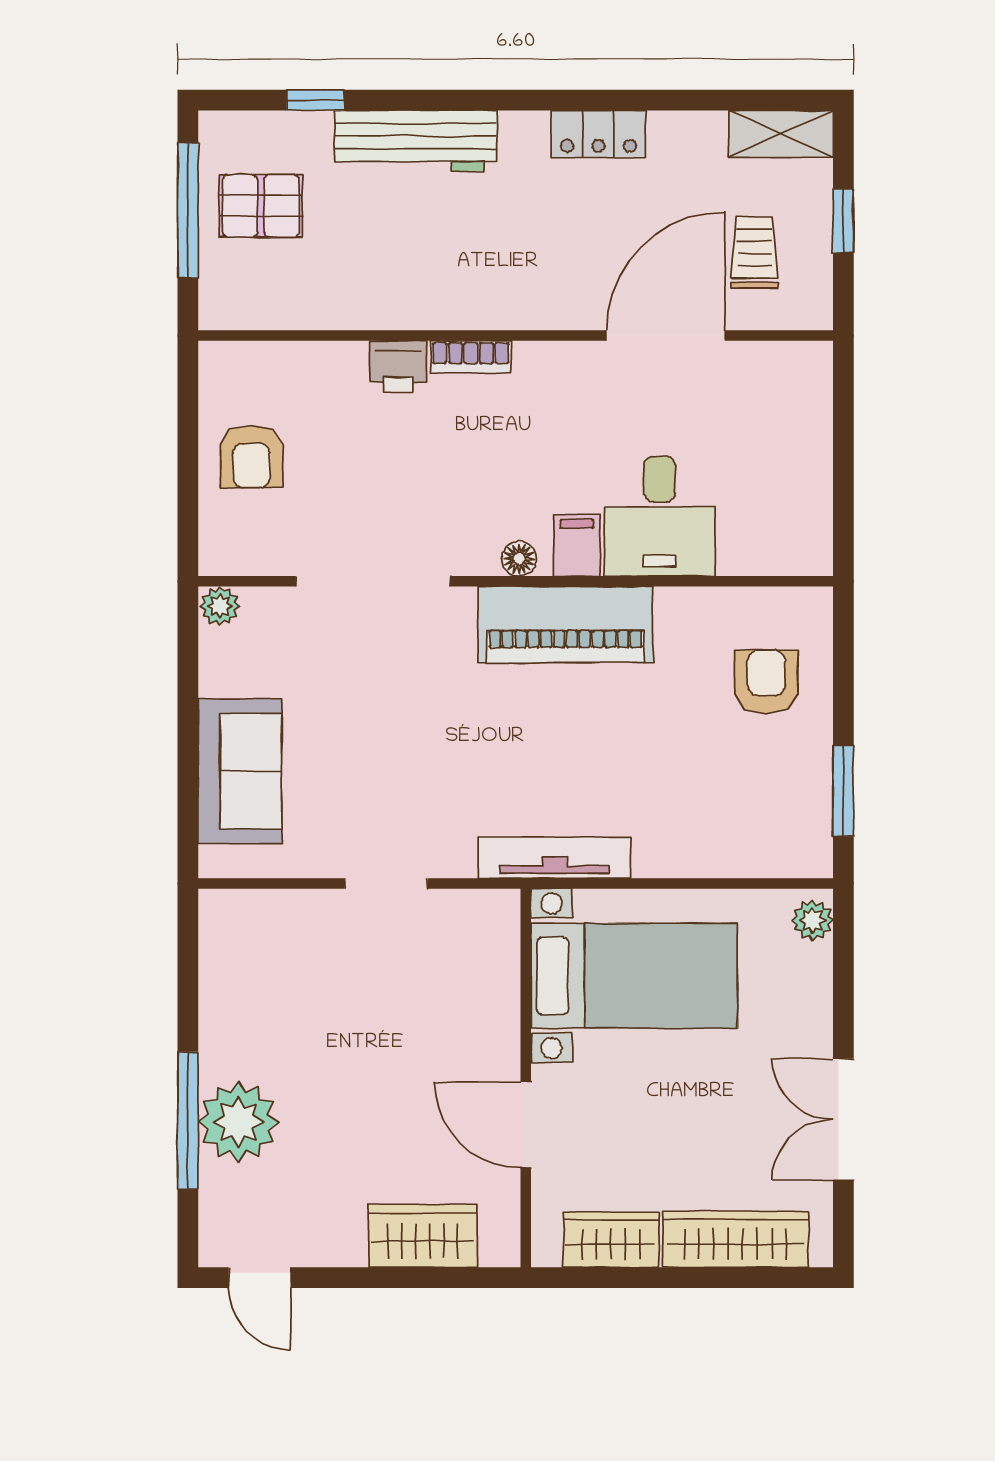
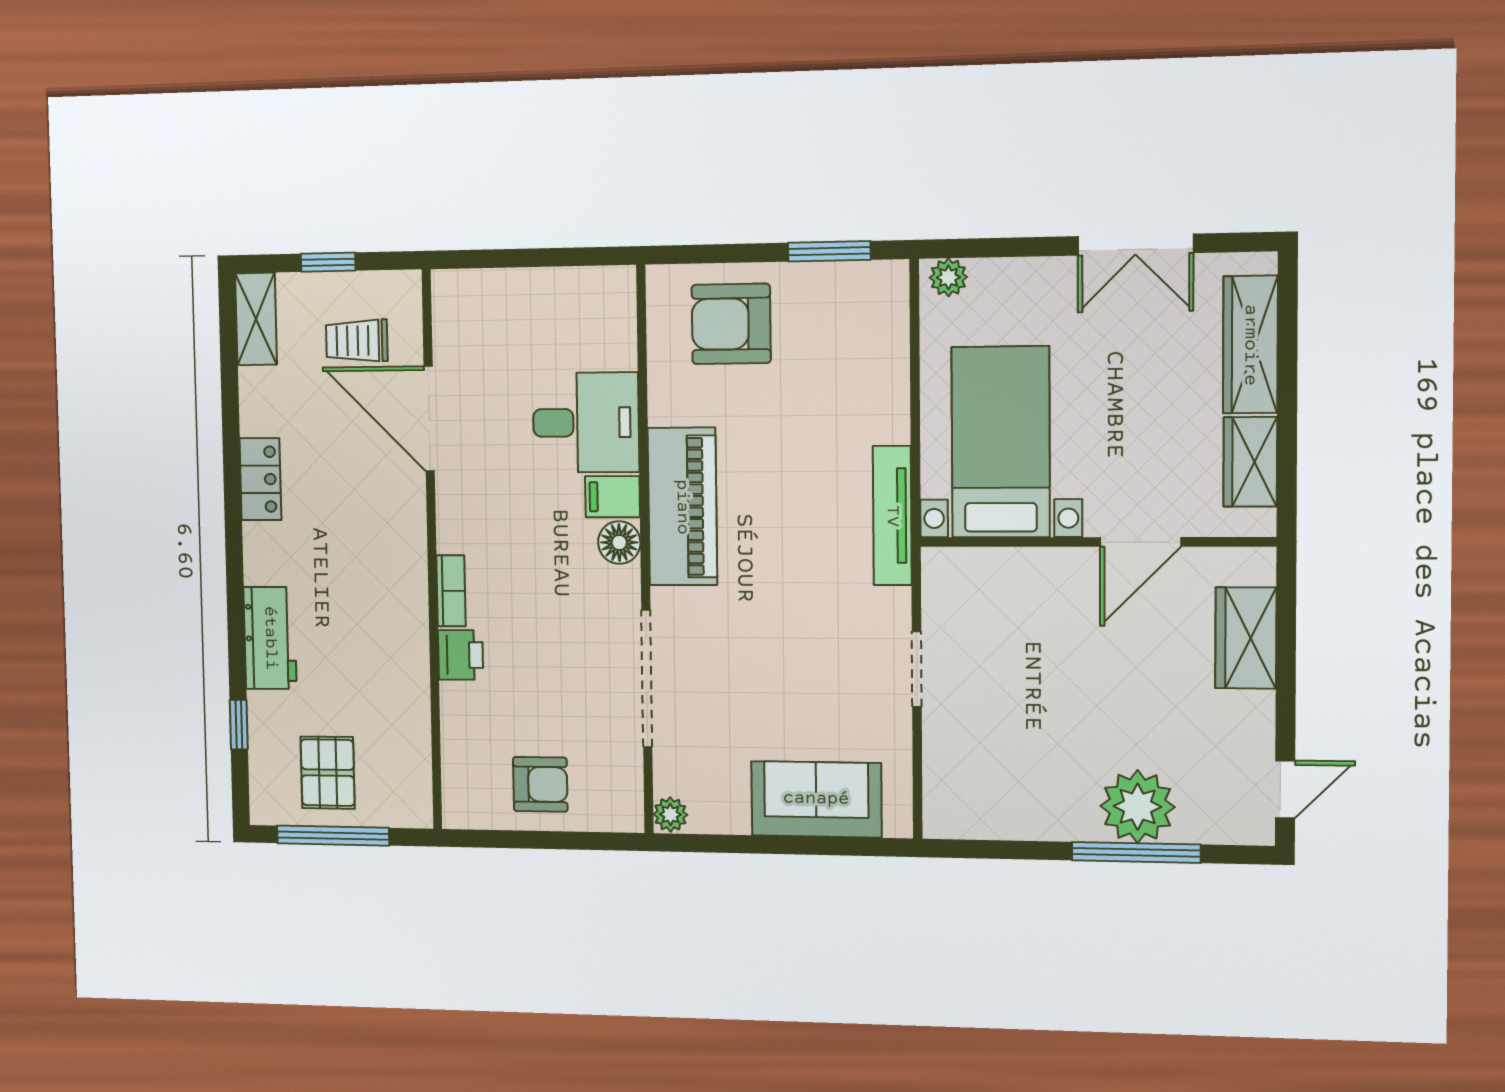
workbench: (416, 141) -> (270, 638), width x0.73
floor lamp: (519, 559) -> (619, 542), width x1.37, depth x1.37
armchair: (766, 682) -> (731, 324), width x1.38, depth x1.38

